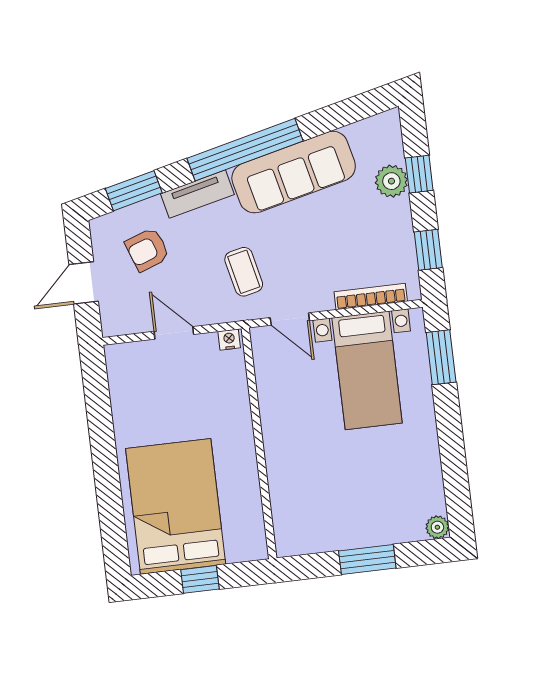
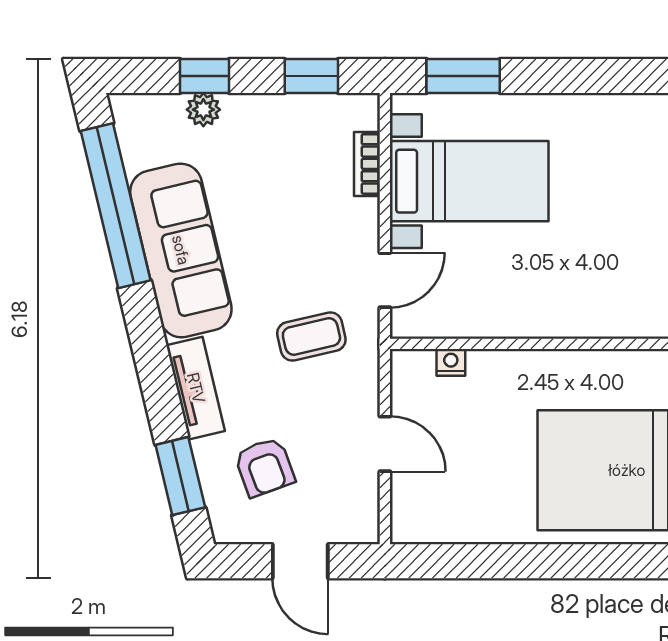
window: (245, 150) -> (116, 206), moved
plant: (391, 181) -> (203, 110), width x0.73, depth x0.73
bookcase: (371, 297) -> (367, 164), width x0.64
door: (174, 333) -> (385, 444), swing flipped
nightstand: (229, 340) -> (451, 362), moved, turned 90

